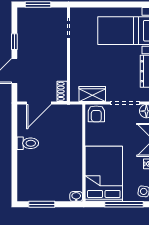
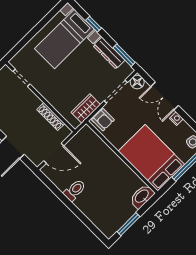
shoe rack: (62, 91) -> (51, 117), moved, width x1.43
door: (39, 103) -> (54, 153), hinge flipped
washbasin: (76, 196) -> (142, 196), width x1.91, depth x1.45

